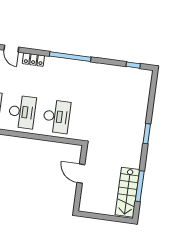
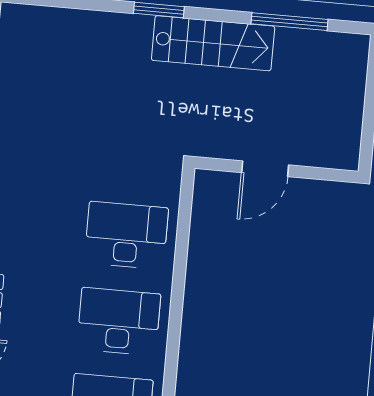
stairs: (127, 192) -> (213, 43), moved

